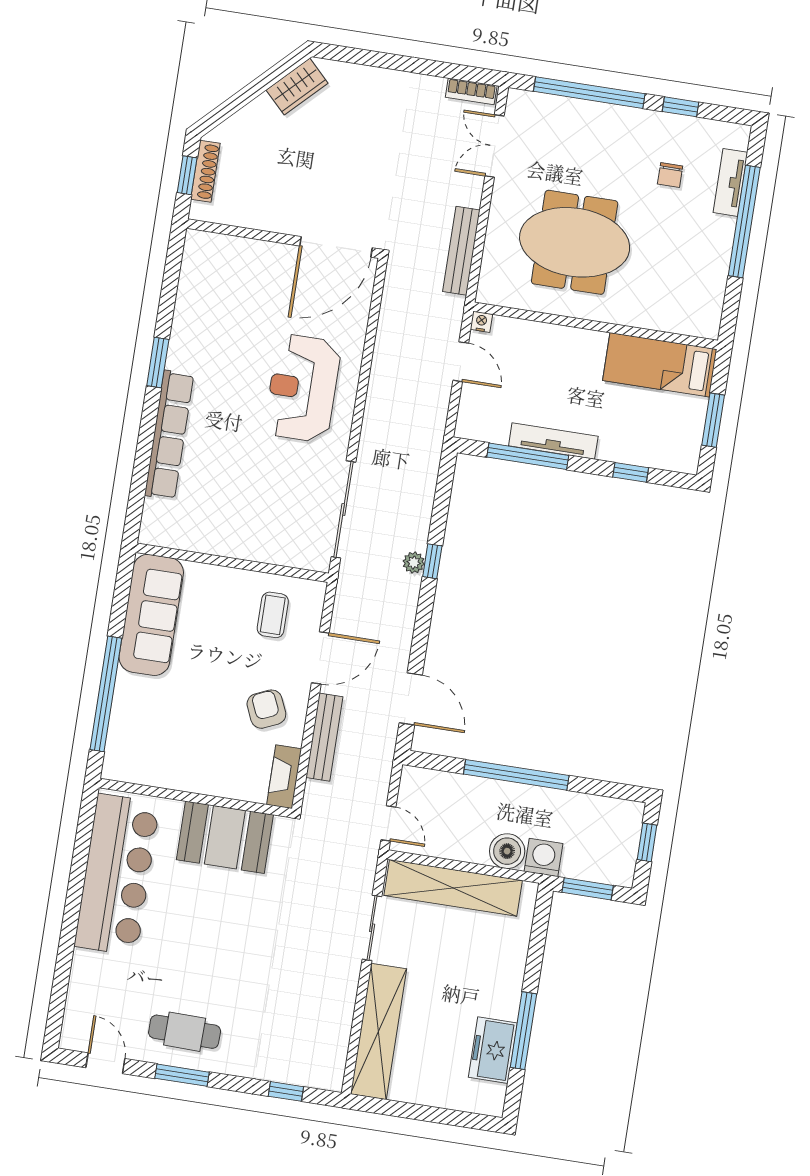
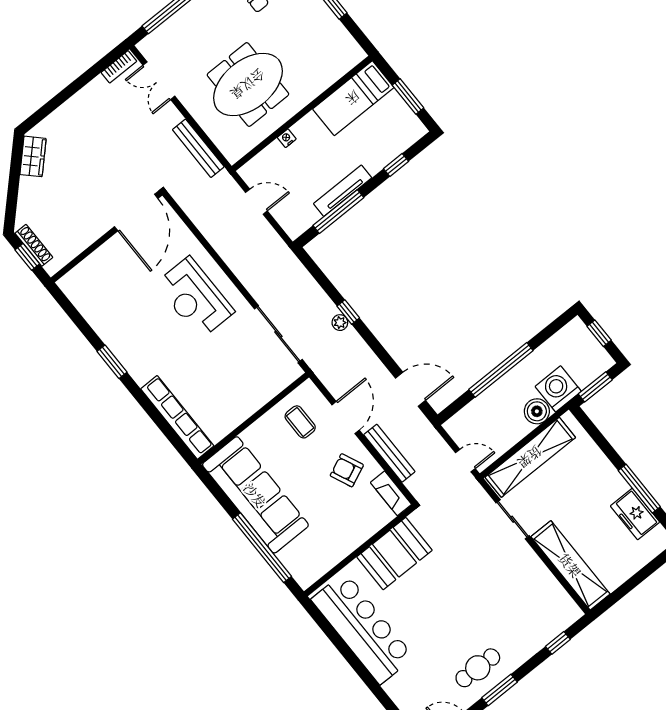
nightstand: (481, 322) -> (287, 138), moved
row of seats: (169, 435) -> (177, 417), moved
sofa: (151, 615) -> (255, 495), width x1.36, depth x1.27
washing machine: (543, 857) -> (558, 389), width x1.37, depth x1.37

